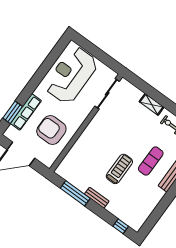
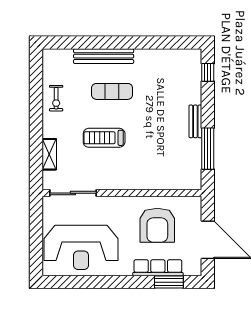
shelving: (152, 104) -> (49, 154), moved
treadmill: (119, 169) -> (104, 138), moved

